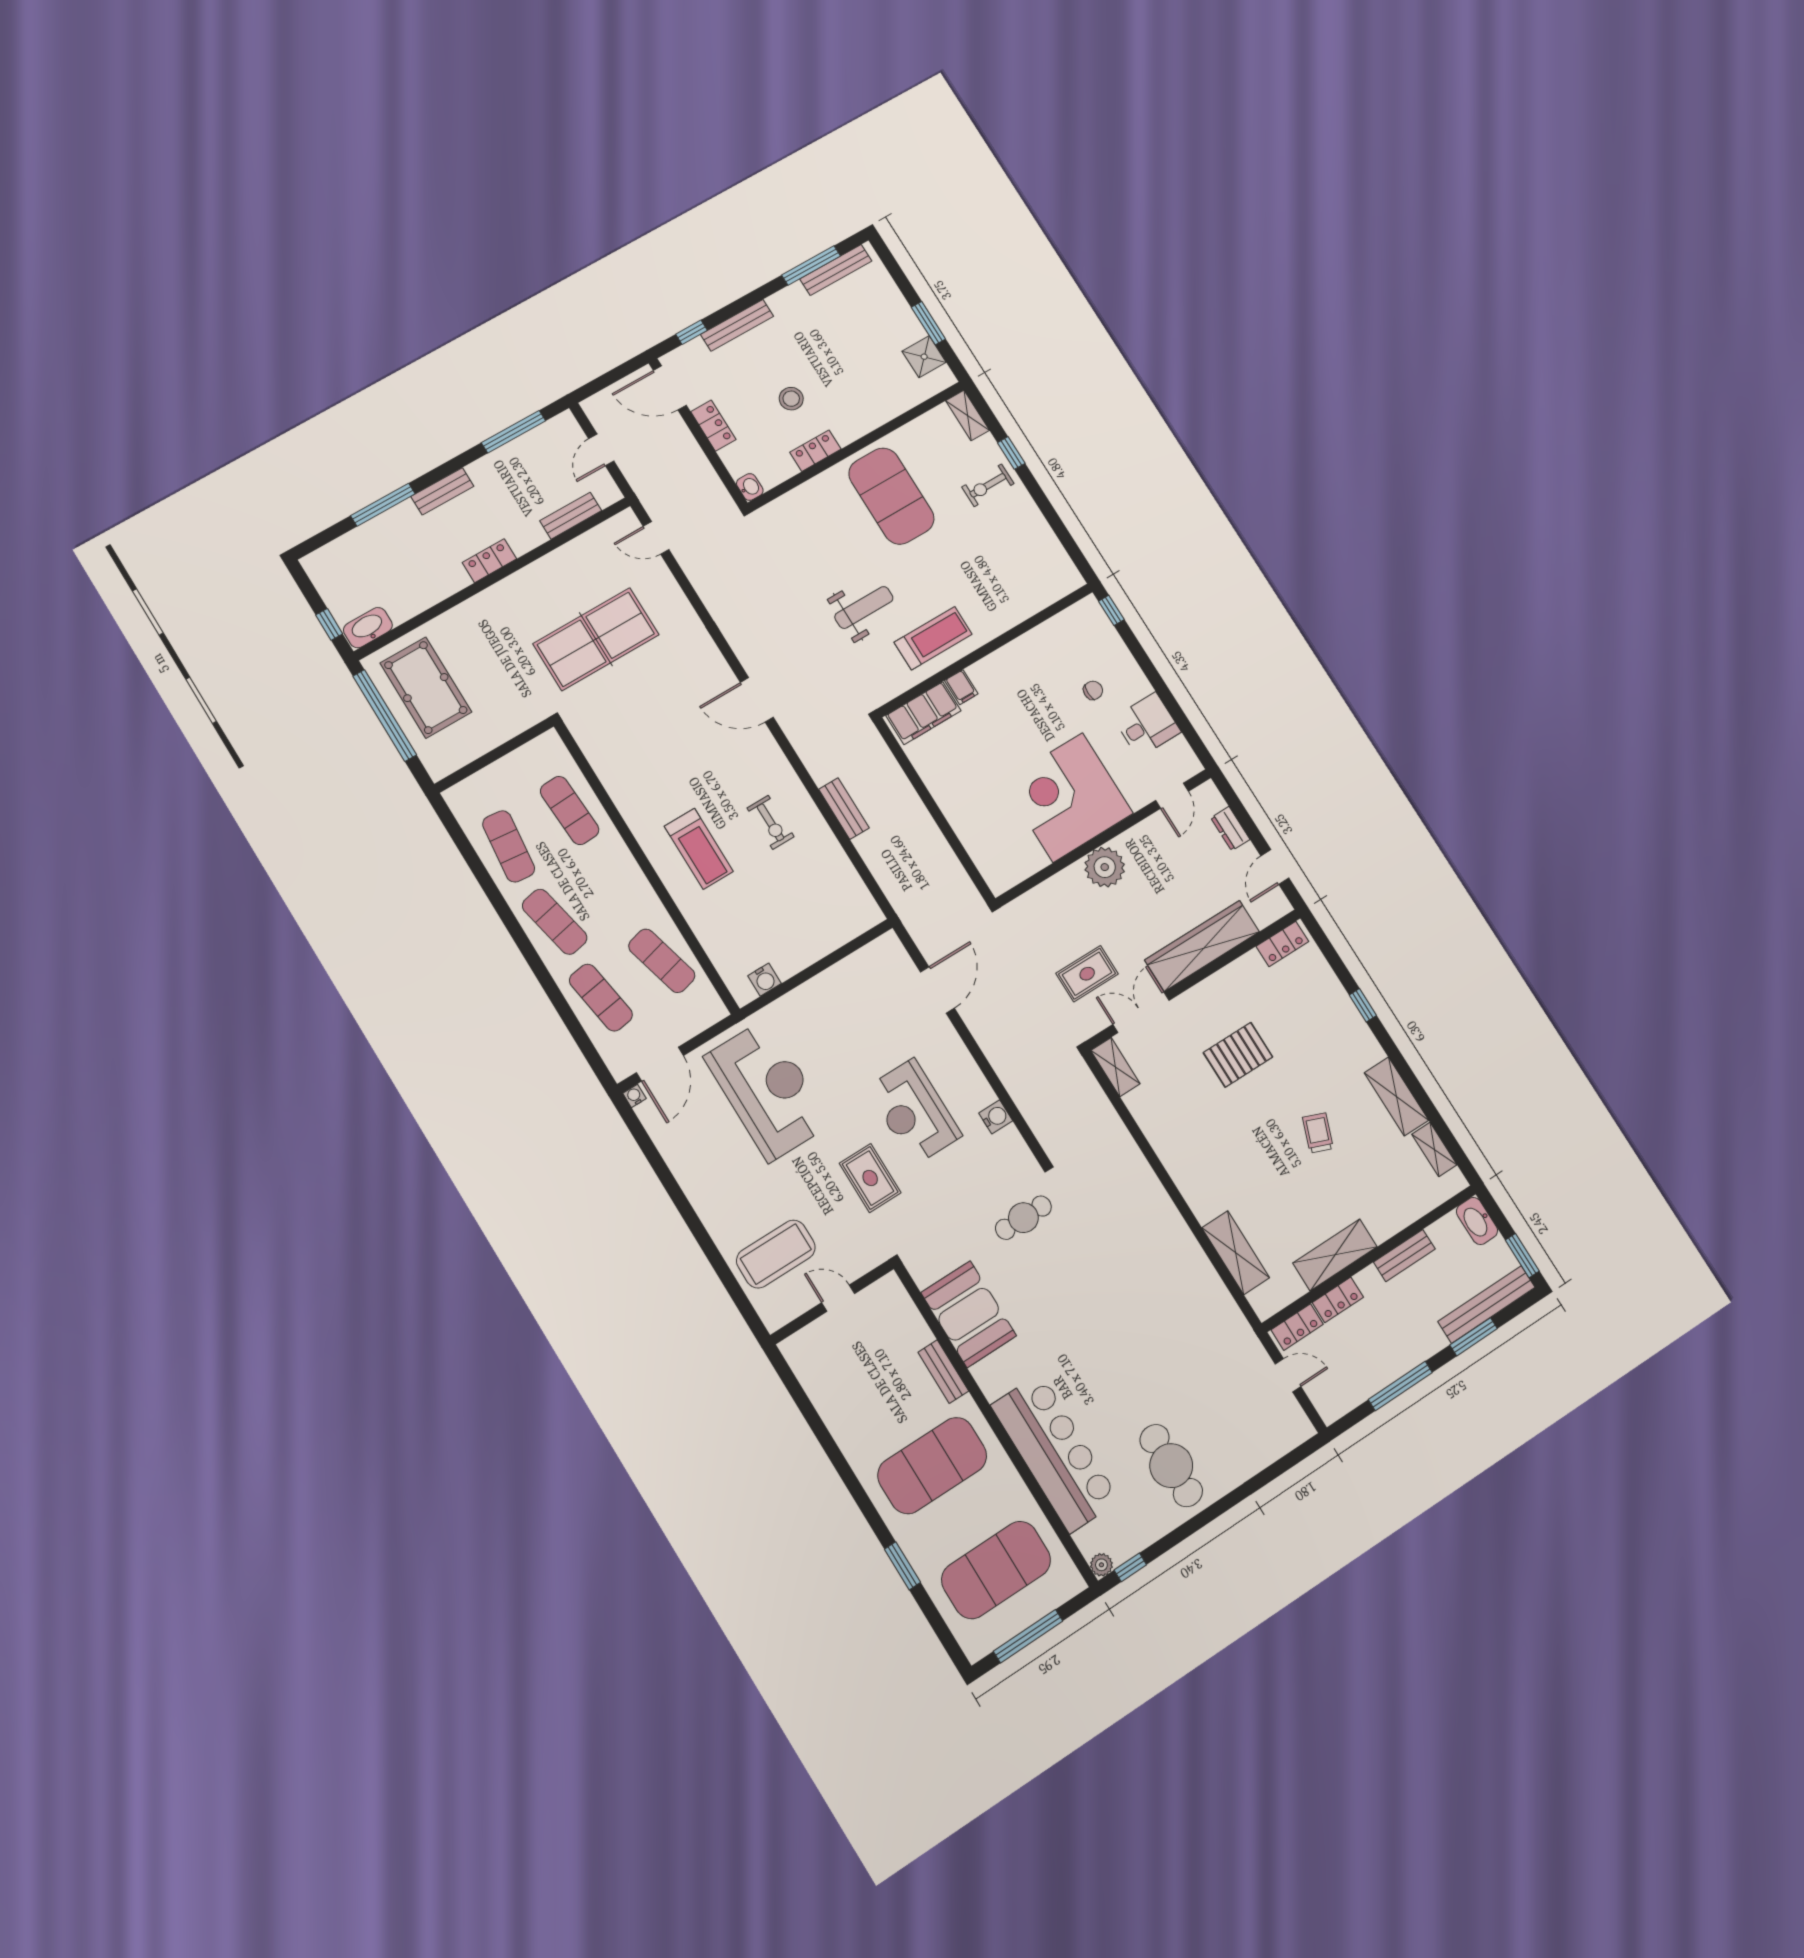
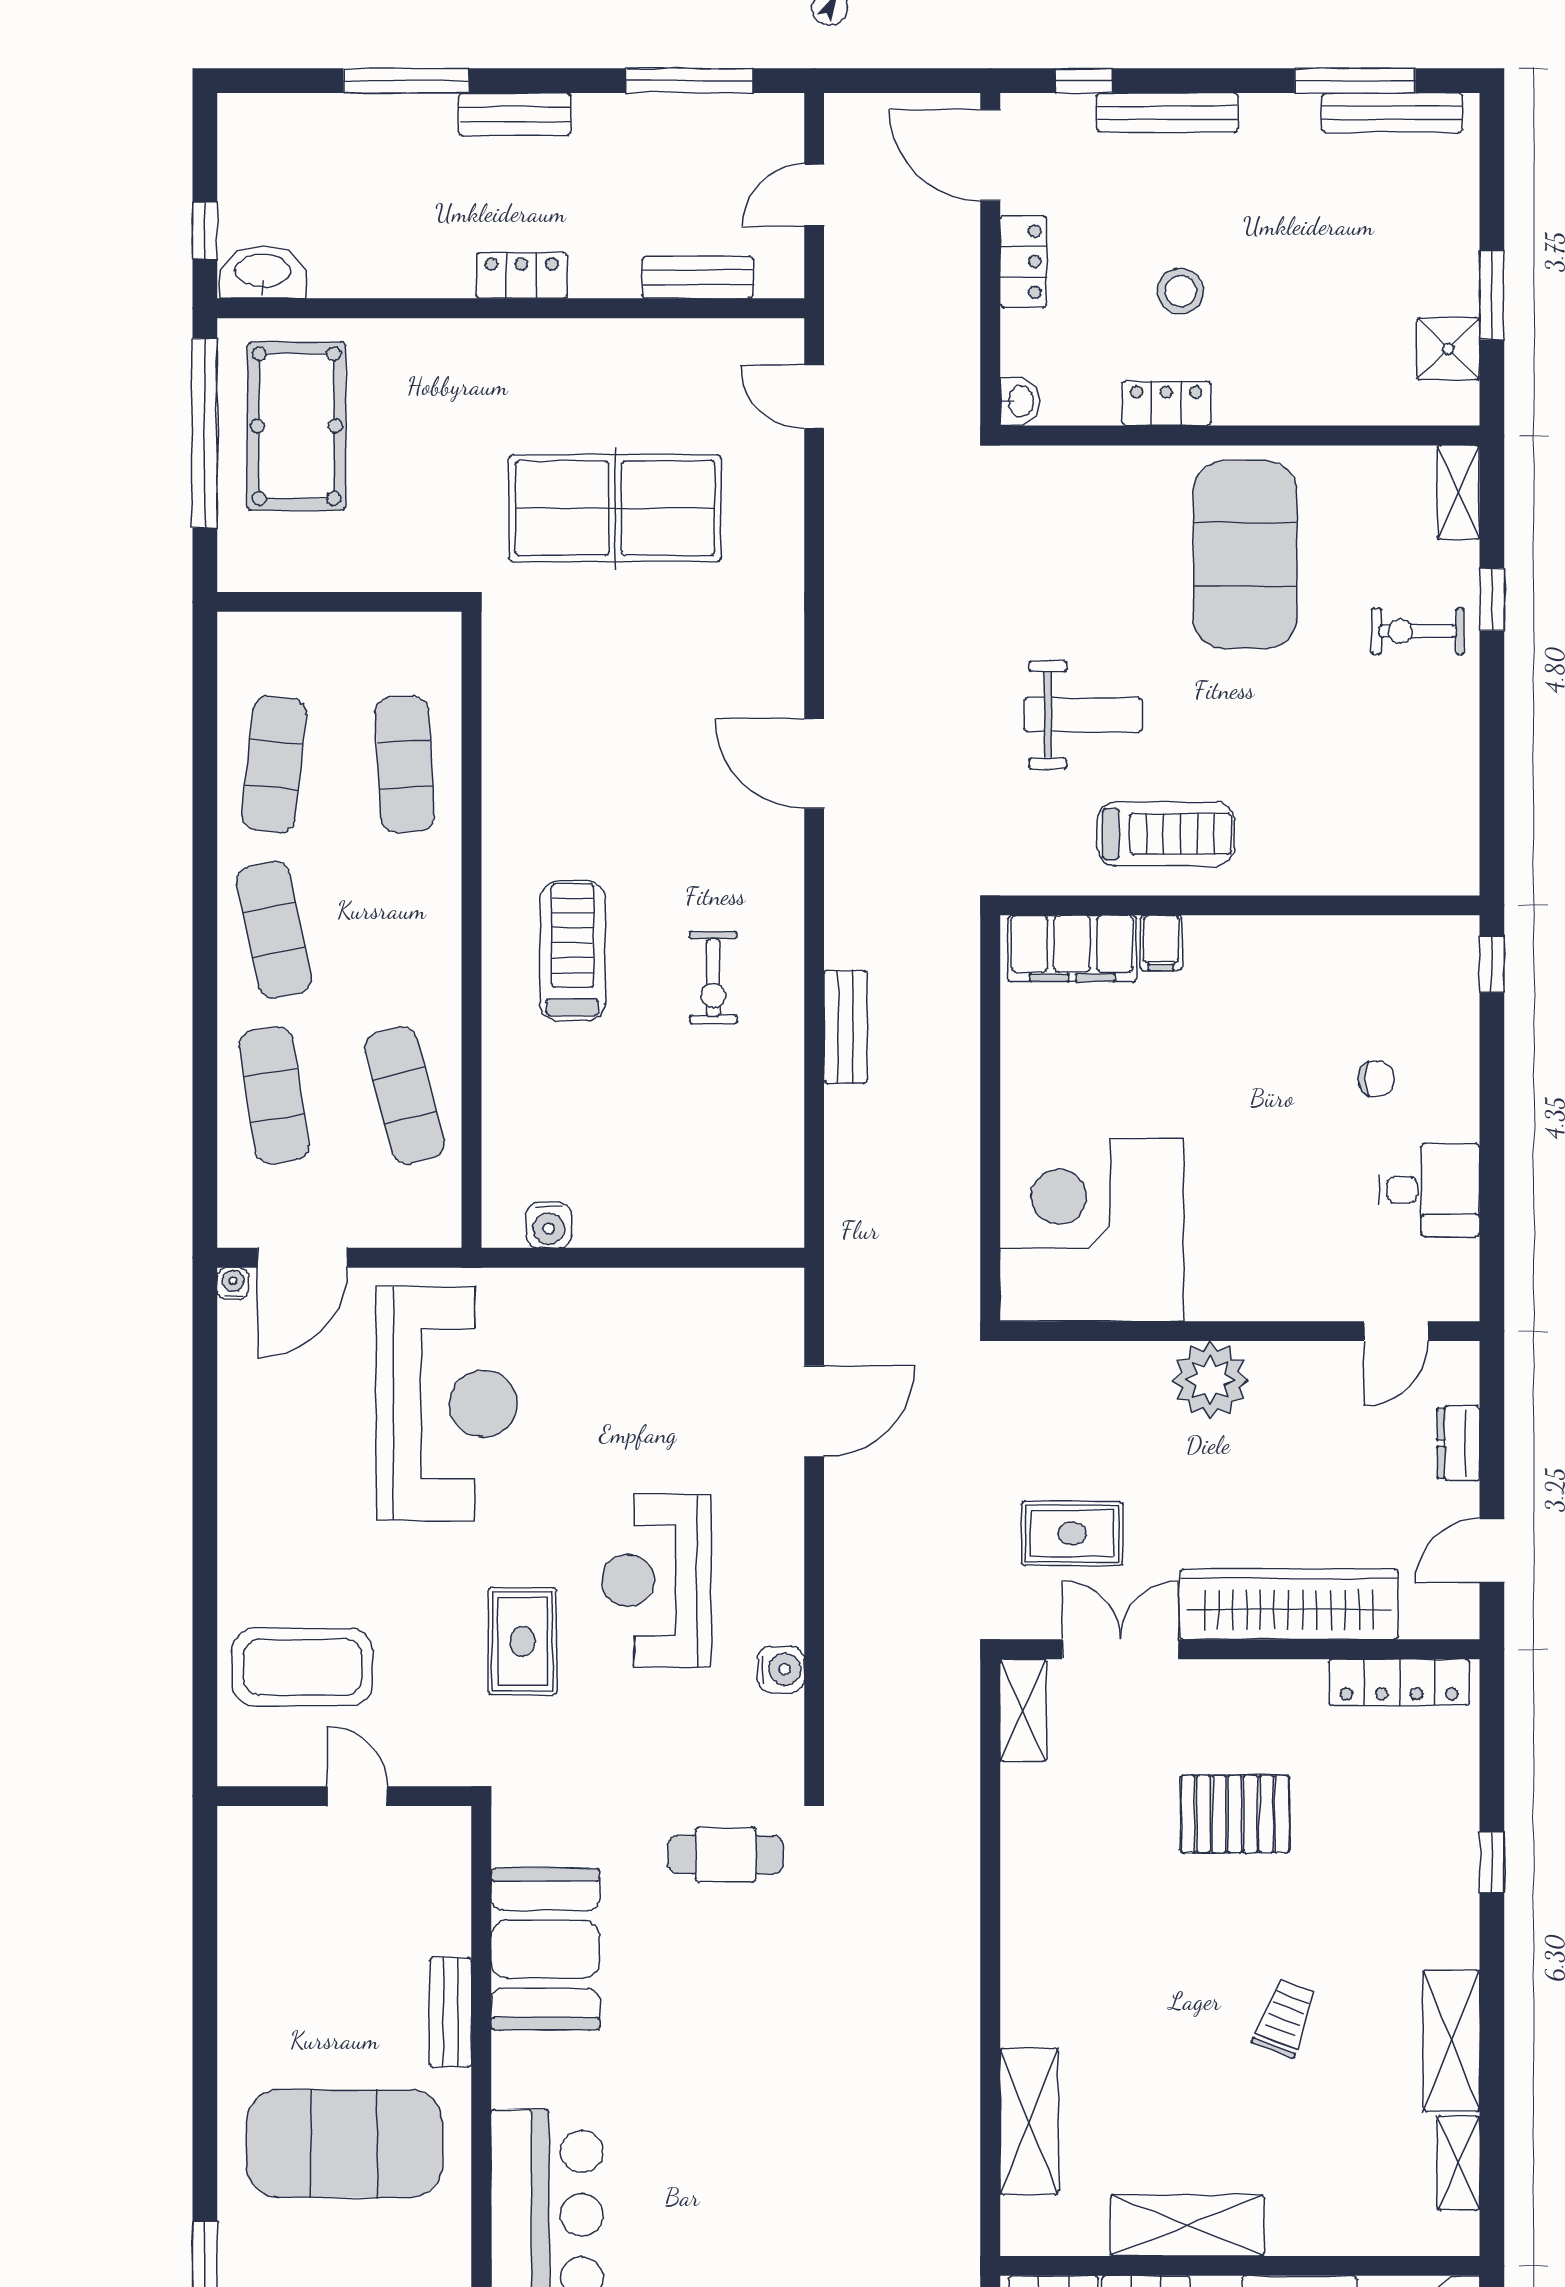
corner desk: (1068, 797) -> (1092, 1230), moved
treadmill: (699, 849) -> (572, 951), turned 180
locker: (1282, 944) -> (1399, 1682), width x1.53

